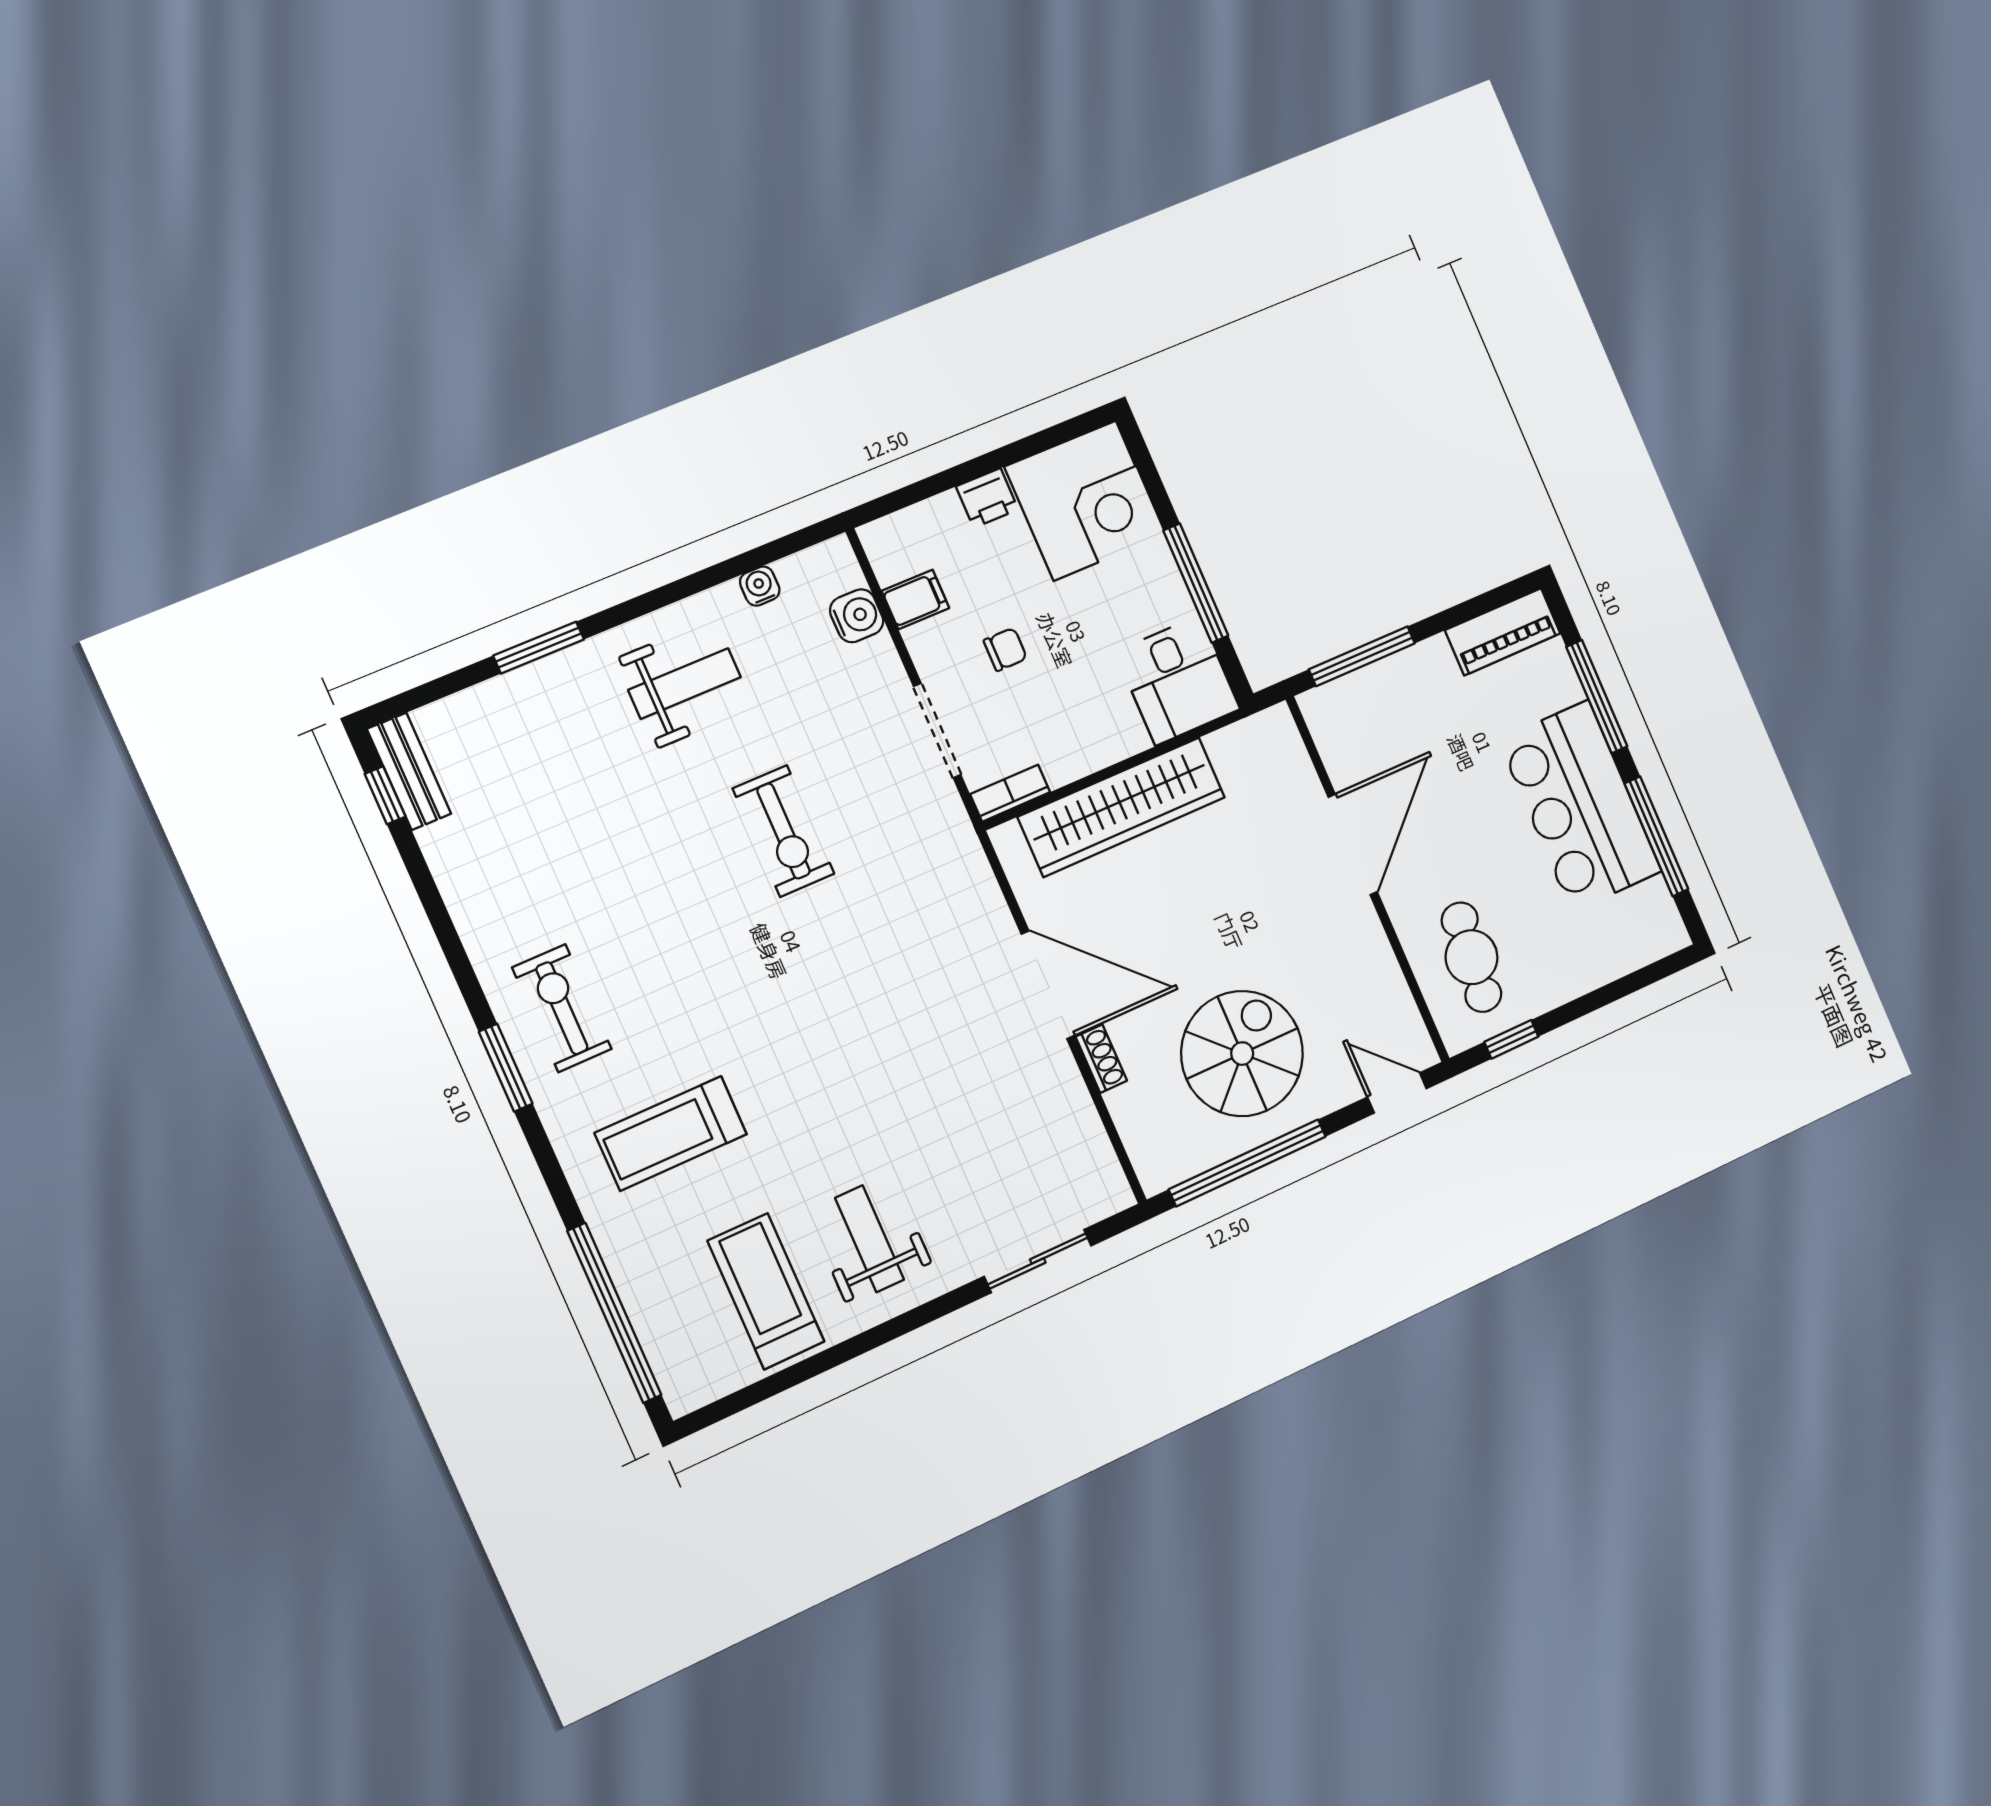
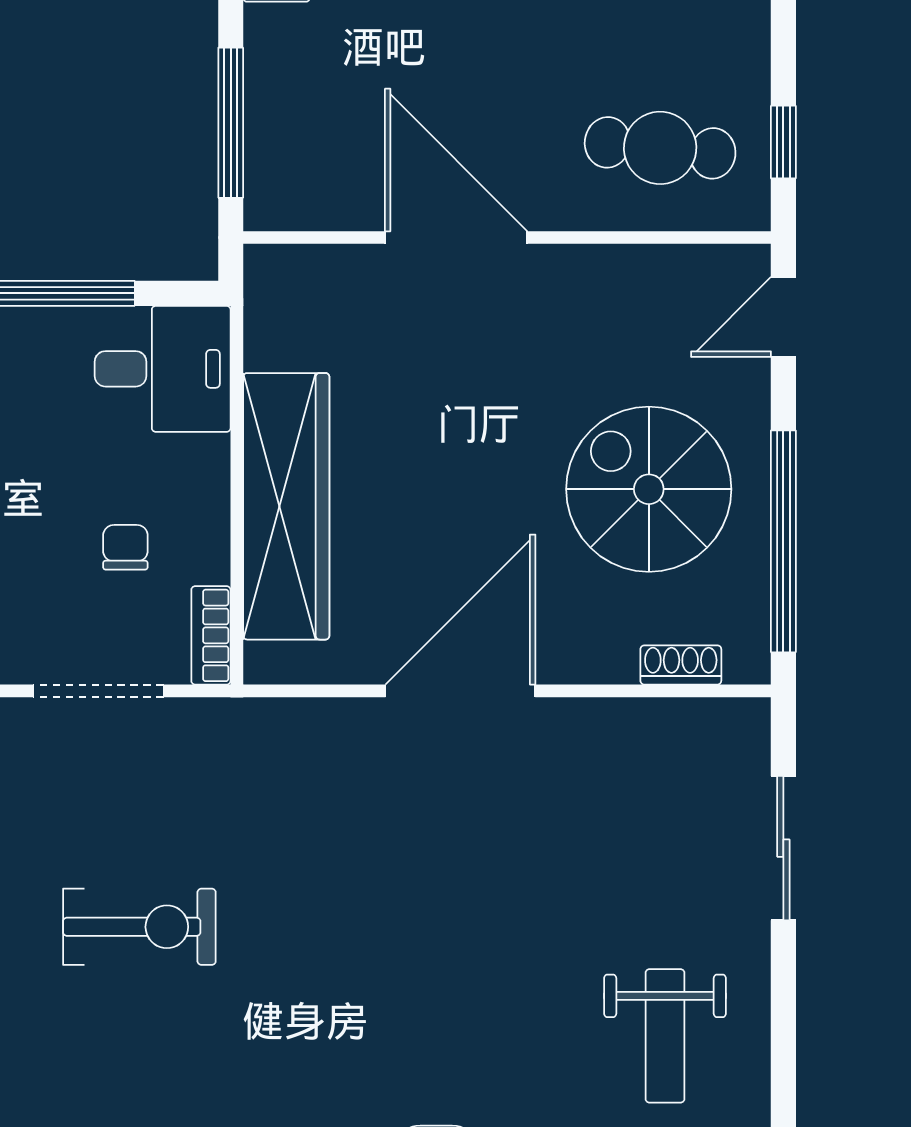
chair: (1005, 649) -> (125, 547), moved
shoe rack: (1101, 1059) -> (681, 665), moved
weight bench: (870, 1239) -> (665, 1036), turned -90

